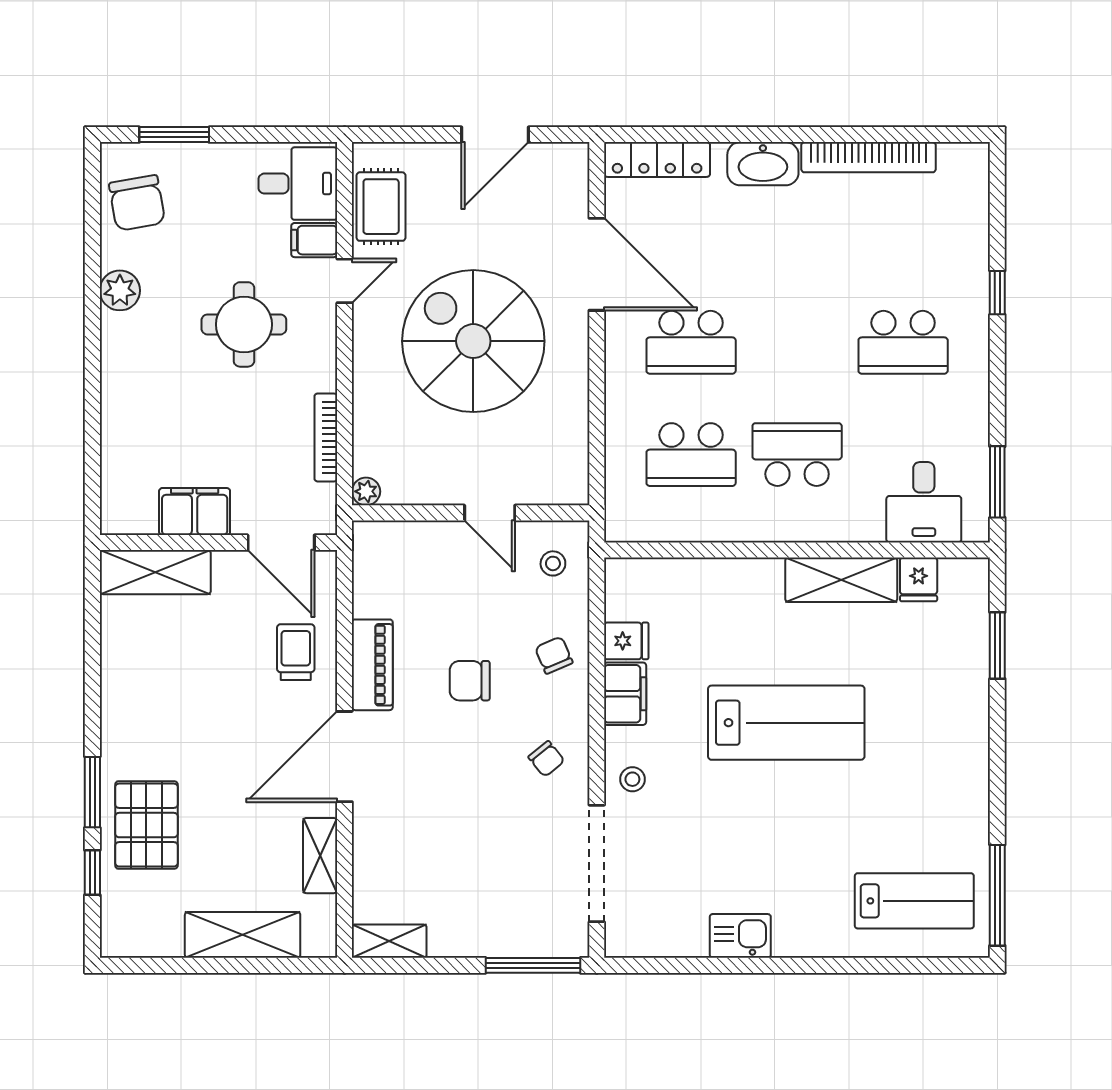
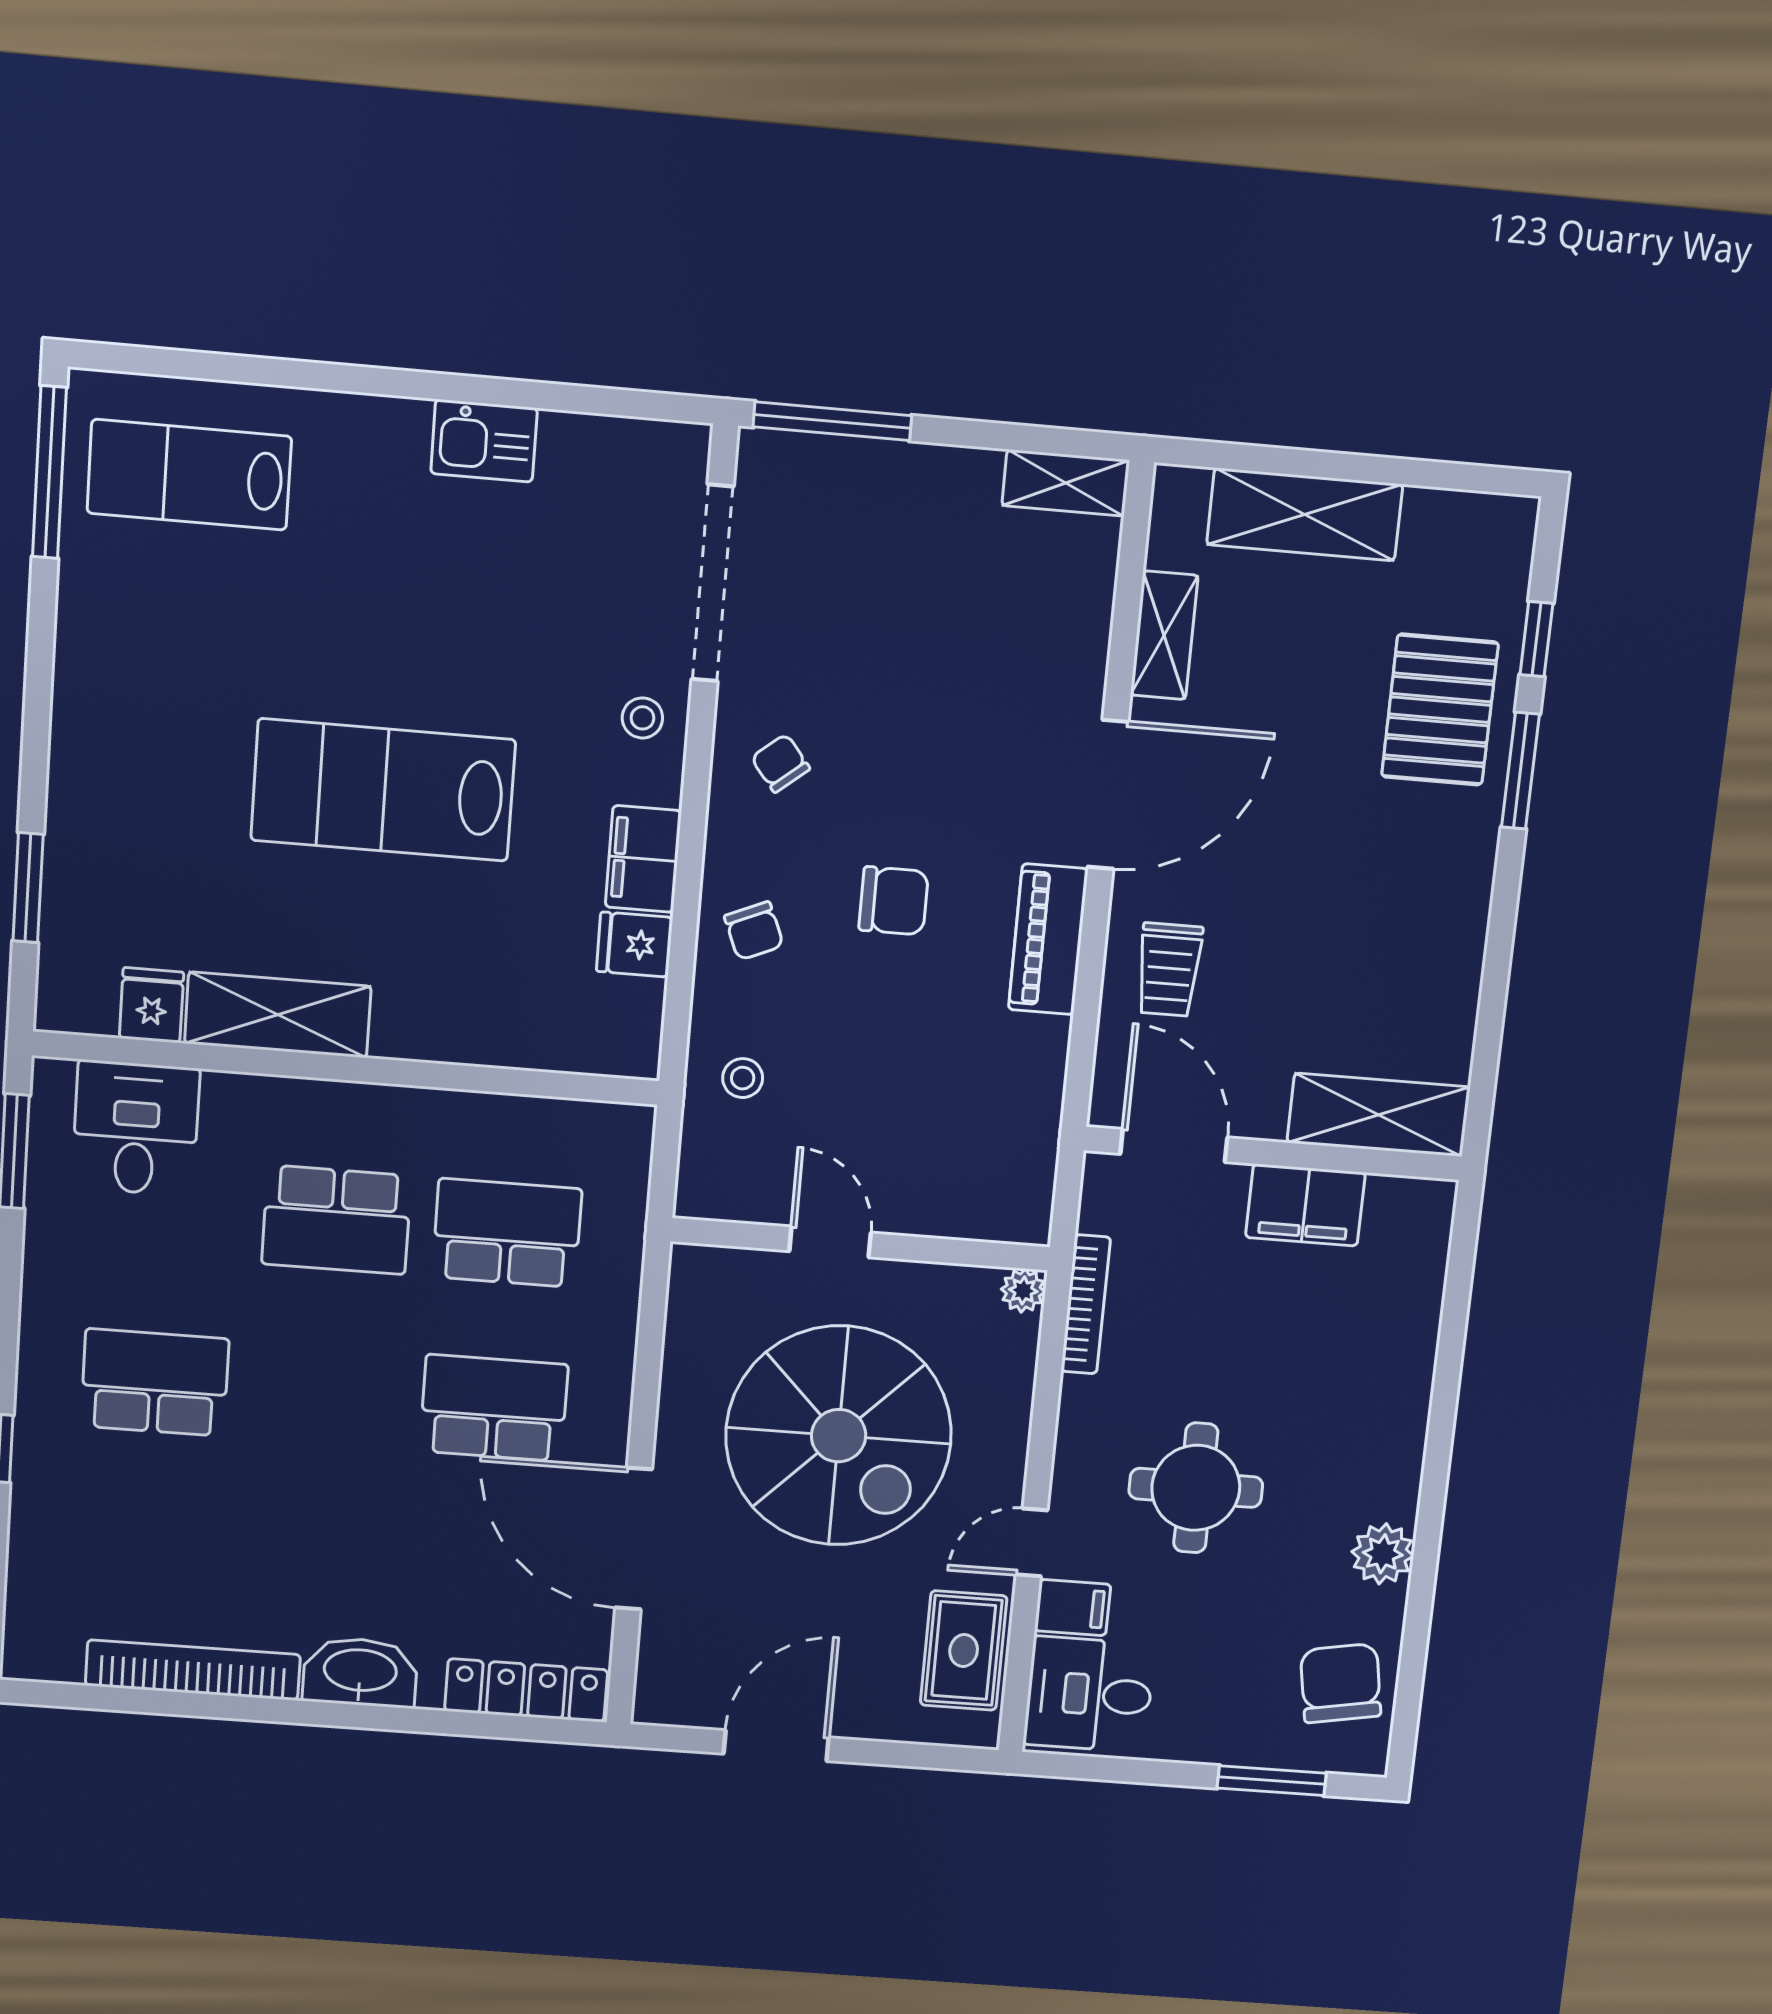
plant: (366, 491) -> (1023, 1291), moved
wall: (471, 513) -> (860, 1244), moved
door: (490, 513) -> (830, 1242), moved

